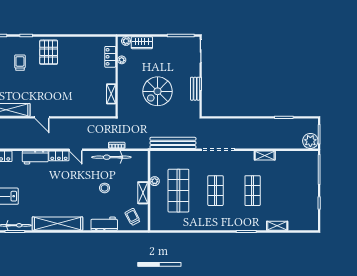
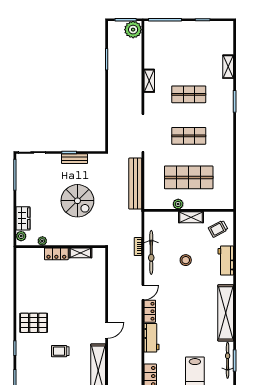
locker: (110, 57) -> (56, 254), moved
trolley: (20, 63) -> (60, 351), moved

